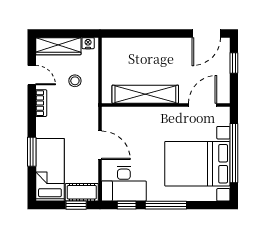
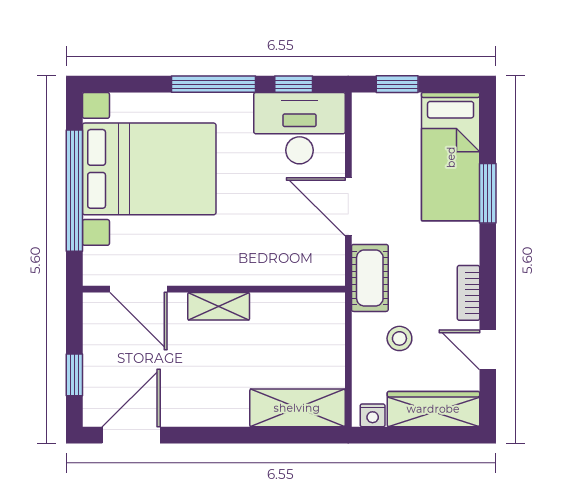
shelving: (125, 47) -> (297, 408), added
shelving: (145, 94) -> (219, 306), width x0.45, depth x0.75
door: (203, 105) -> (138, 289), hinge flipped
cot: (82, 192) -> (370, 278), moved, turned 90

